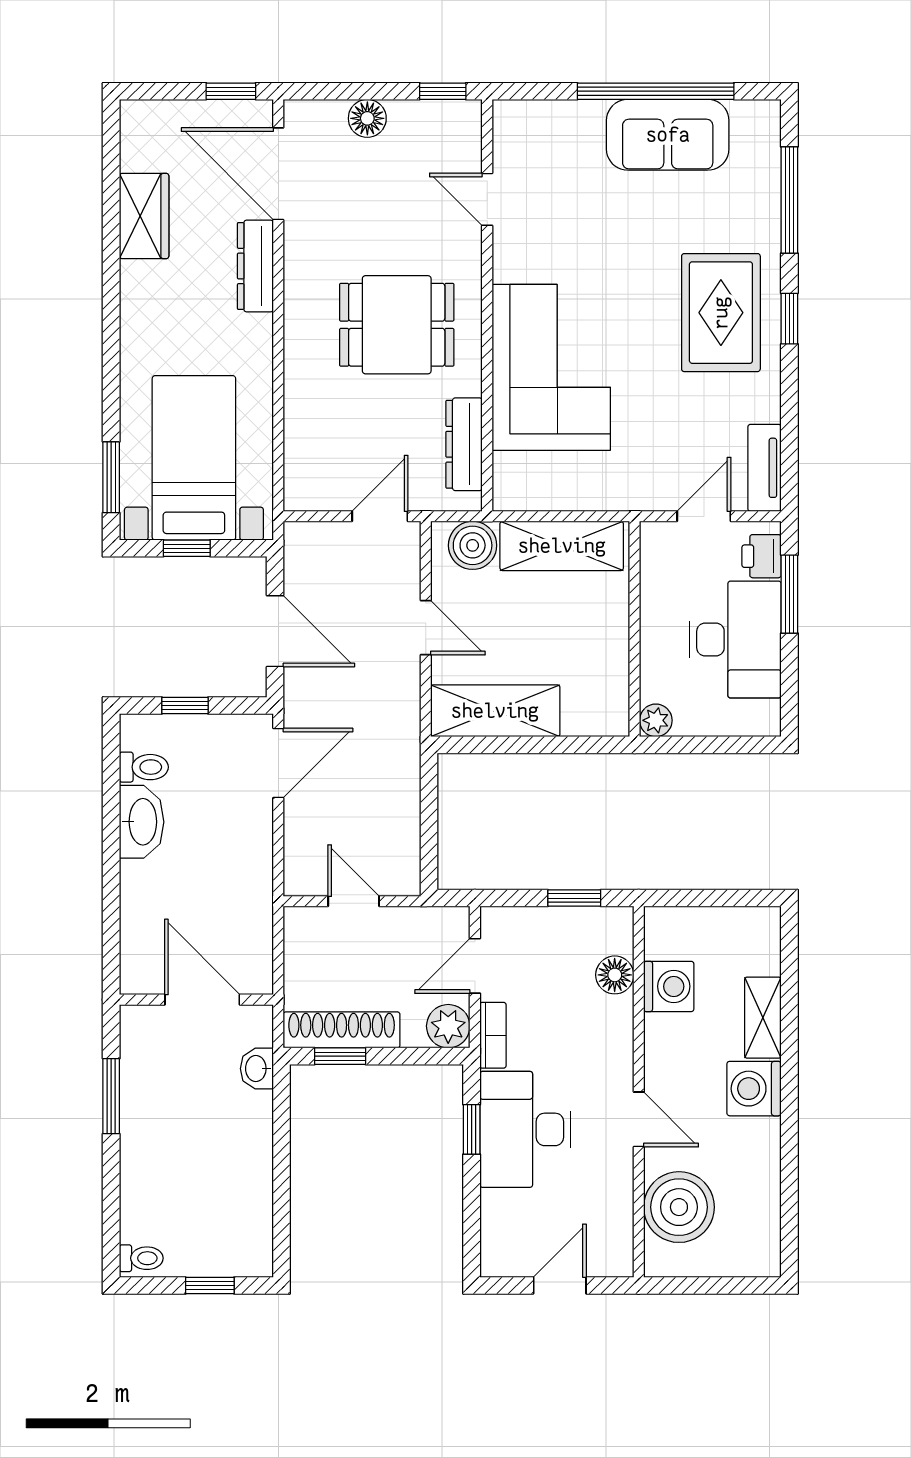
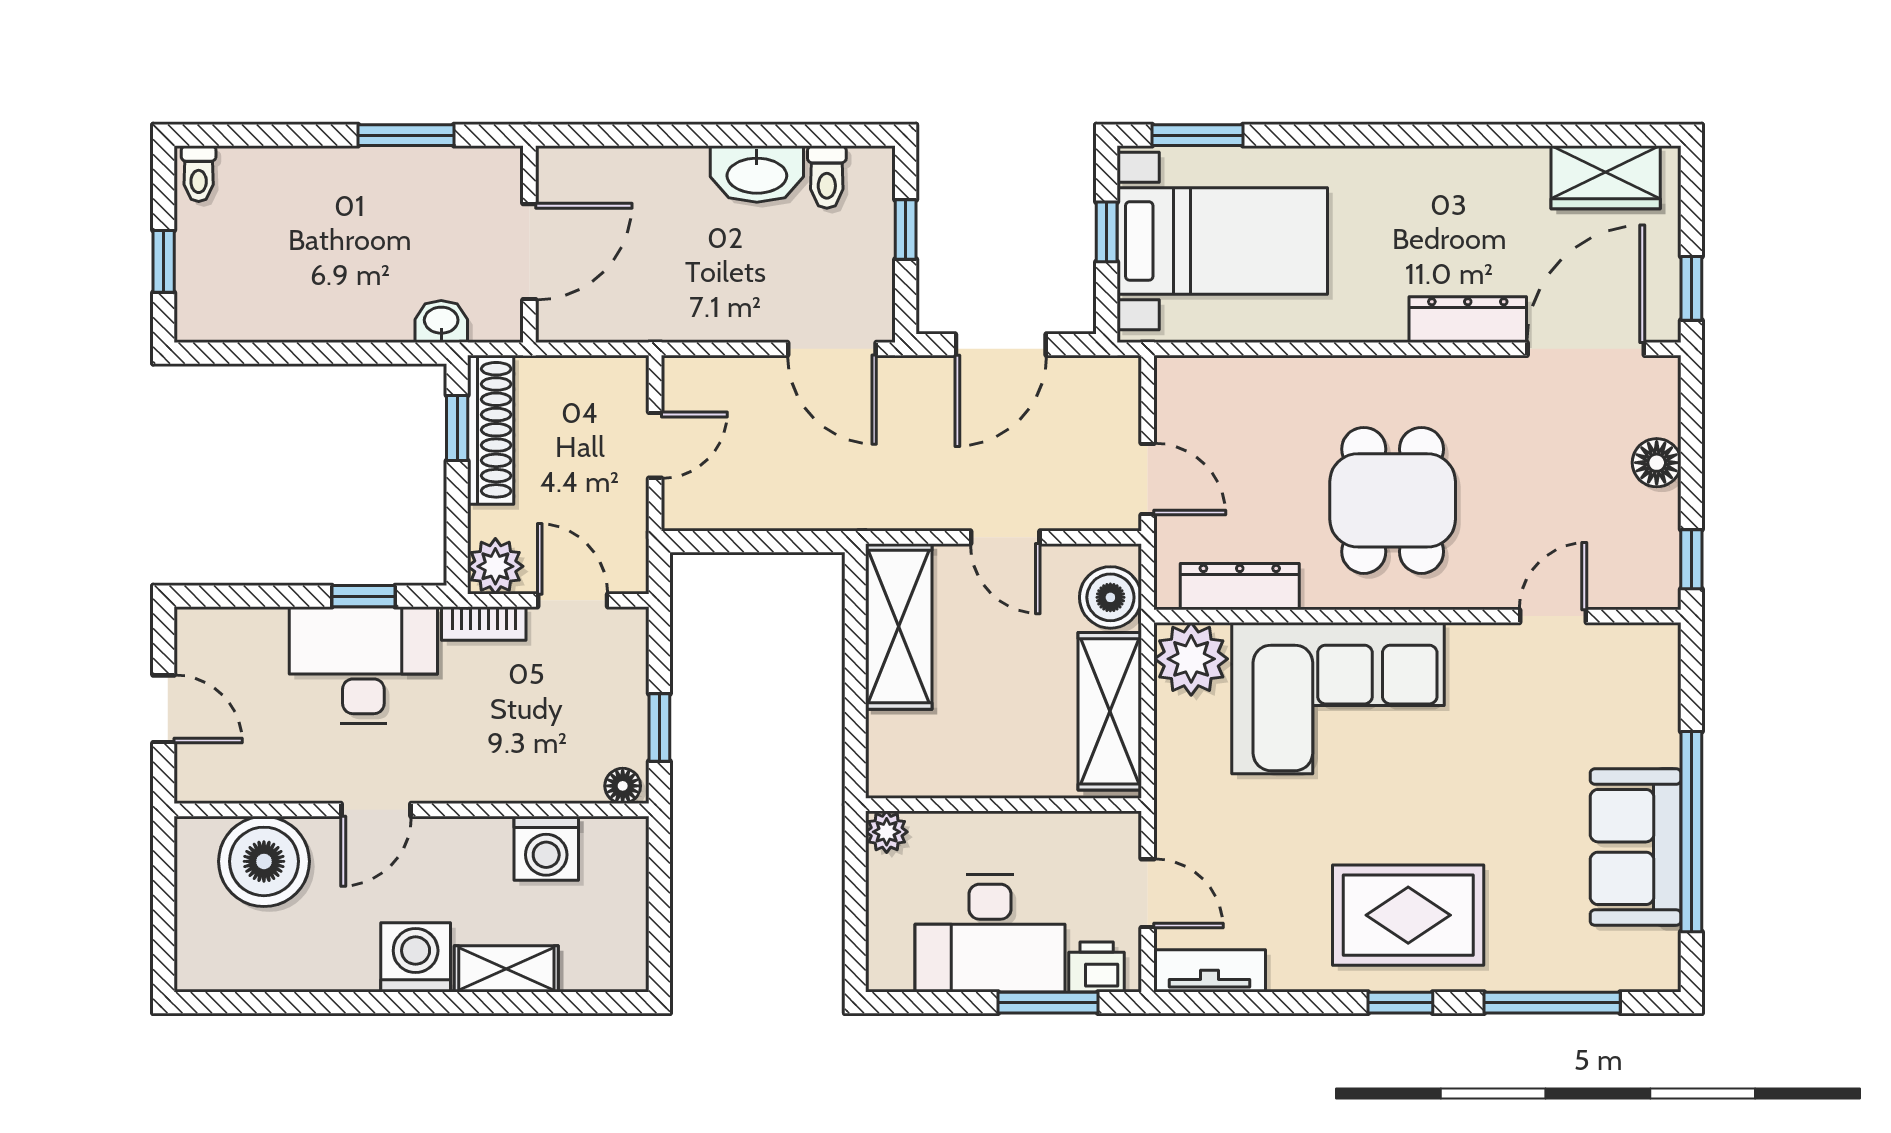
wardrobe: (144, 216) -> (1606, 177), moved
plant: (521, 482) -> (1191, 659), added
door: (426, 628) -> (1005, 537), hinge flipped
floor lamp: (615, 975) -> (623, 786), moved, width x0.73, depth x0.73

